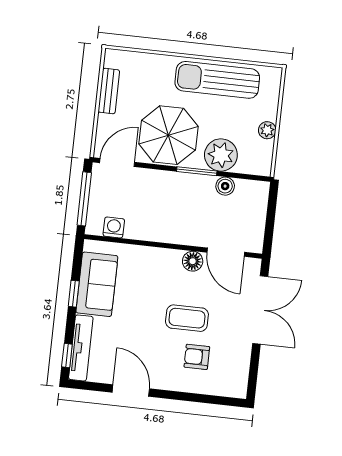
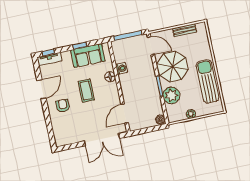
boiler: (225, 186) -> (160, 120), moved
washing machine: (114, 227) -> (121, 68), moved
floor lamp: (193, 261) -> (110, 77), moved
coffee table: (187, 318) -> (86, 91), moved
tv unit: (81, 348) -> (49, 59), width x0.71
armchair: (197, 357) -> (63, 106), moved

